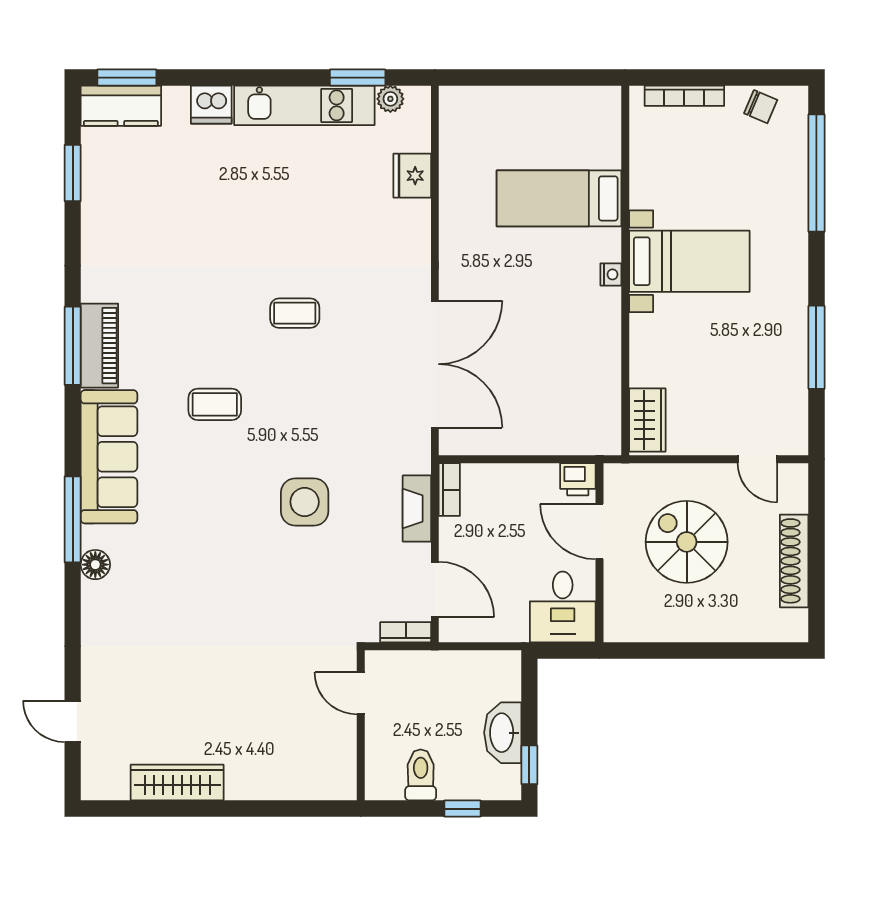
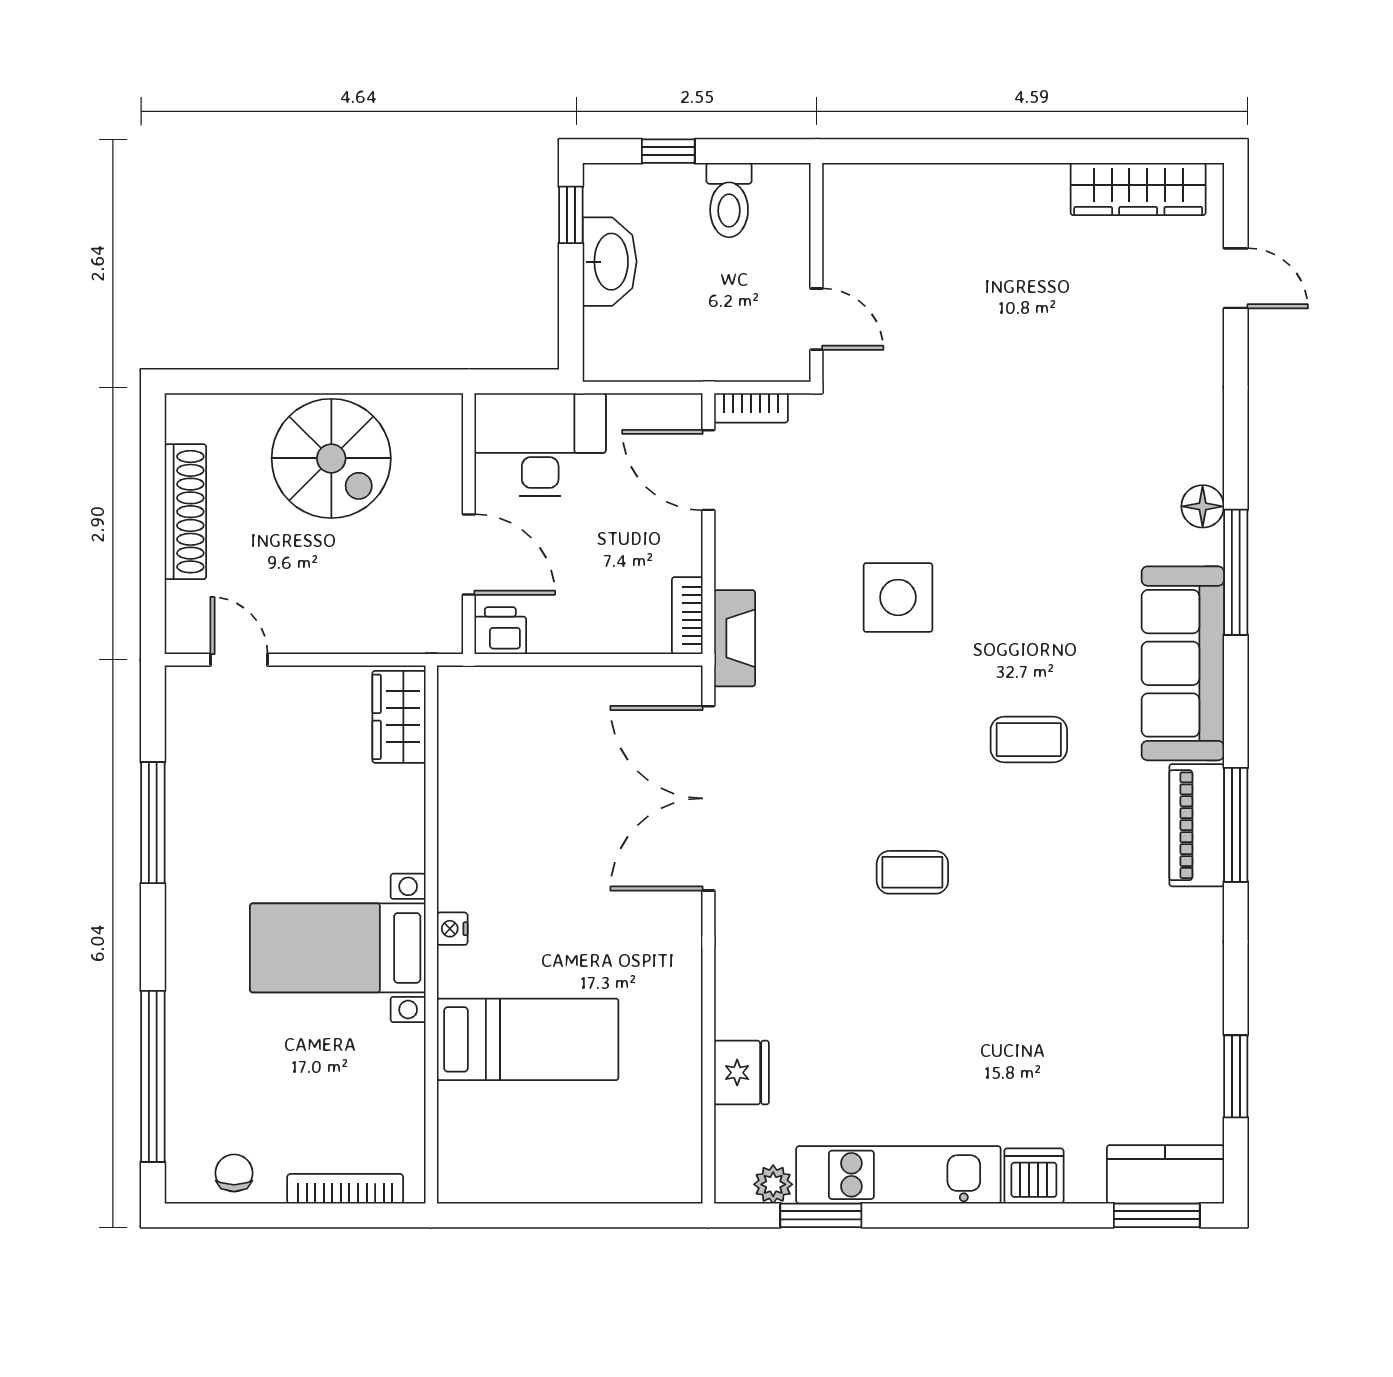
chair: (761, 107) -> (234, 1173), turned 67
fireplace: (417, 508) -> (735, 638), moved
spiral stairs: (687, 542) -> (331, 458), moved
desk: (563, 607) -> (540, 445), width x1.37
wardrobe: (177, 783) -> (1138, 189), moved

